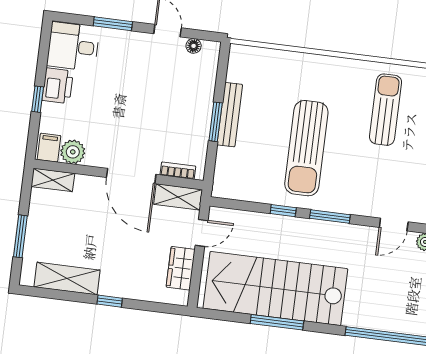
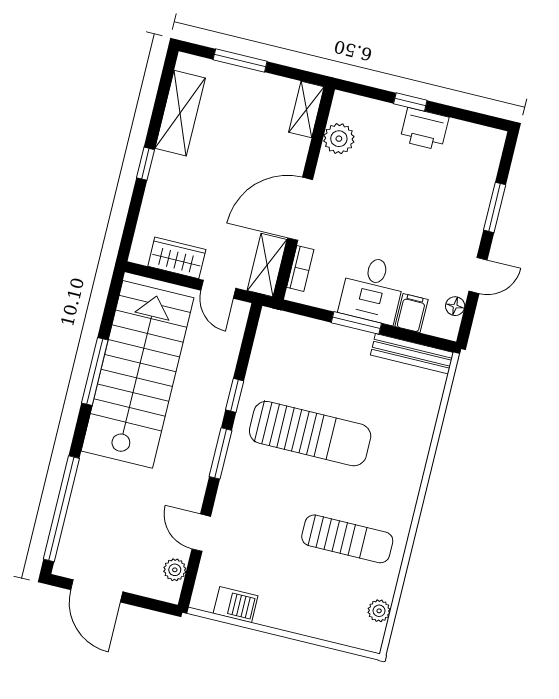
desk: (73, 47) -> (372, 289), moved, turned 180
bench: (230, 115) -> (412, 354), moved
filing cabinet: (49, 148) -> (412, 313), moved, turned -90
sun lounger: (306, 148) -> (310, 434), turned 180

